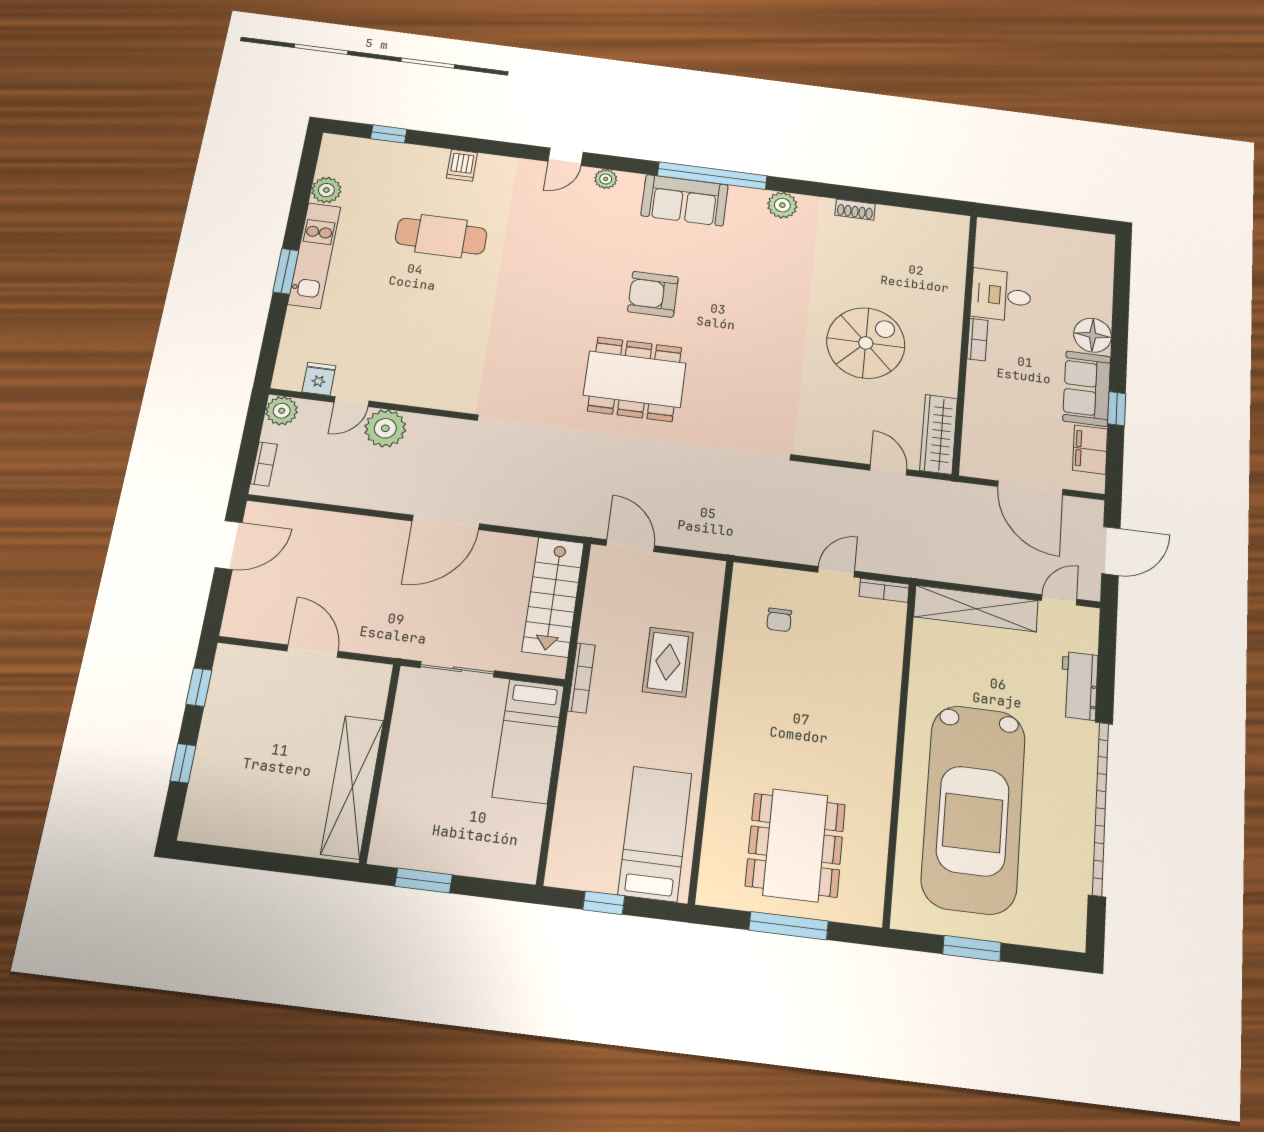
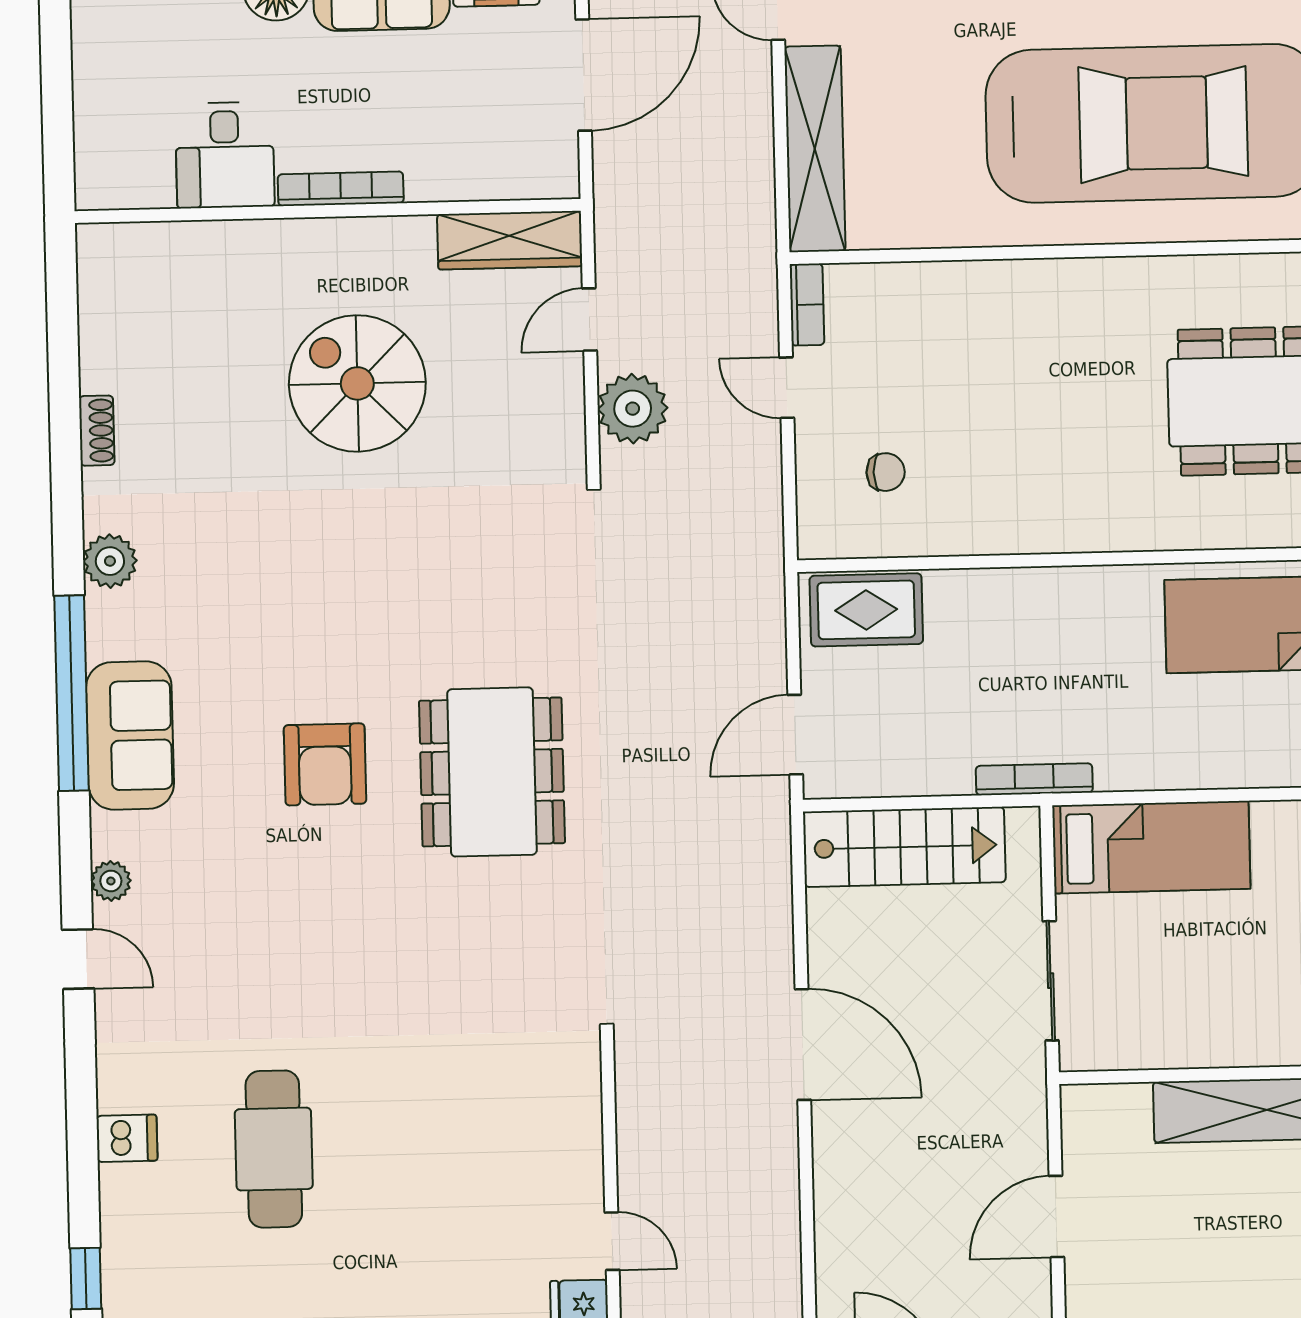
bookcase: (977, 340) -> (341, 189), width x1.56
plant: (385, 428) -> (633, 409), moved
rug: (668, 662) -> (866, 610), moved

